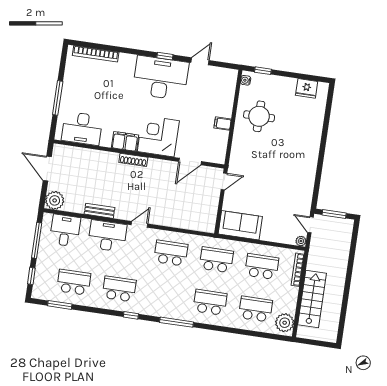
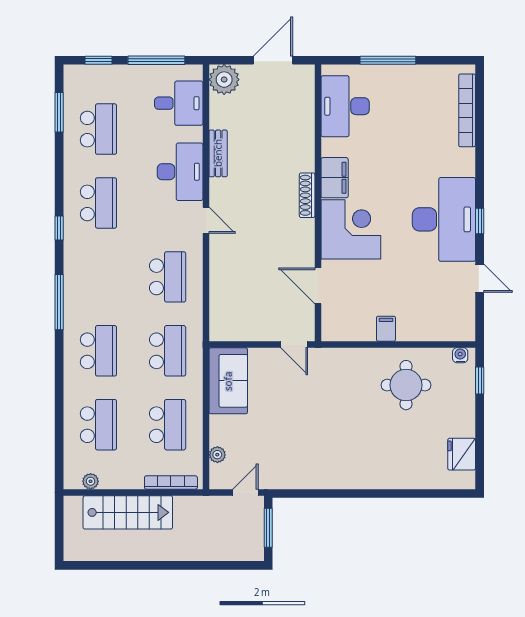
plant: (301, 241) -> (217, 455), moved
plant: (285, 323) -> (91, 481), width x0.53, depth x0.53

